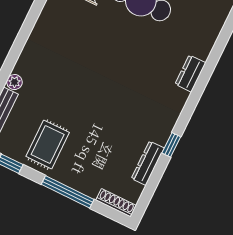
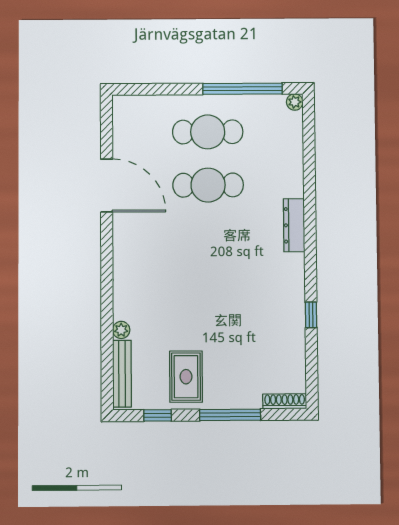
dresser: (190, 73) -> (294, 225), width x1.44
dresser: (148, 163) -> (297, 345), removed

